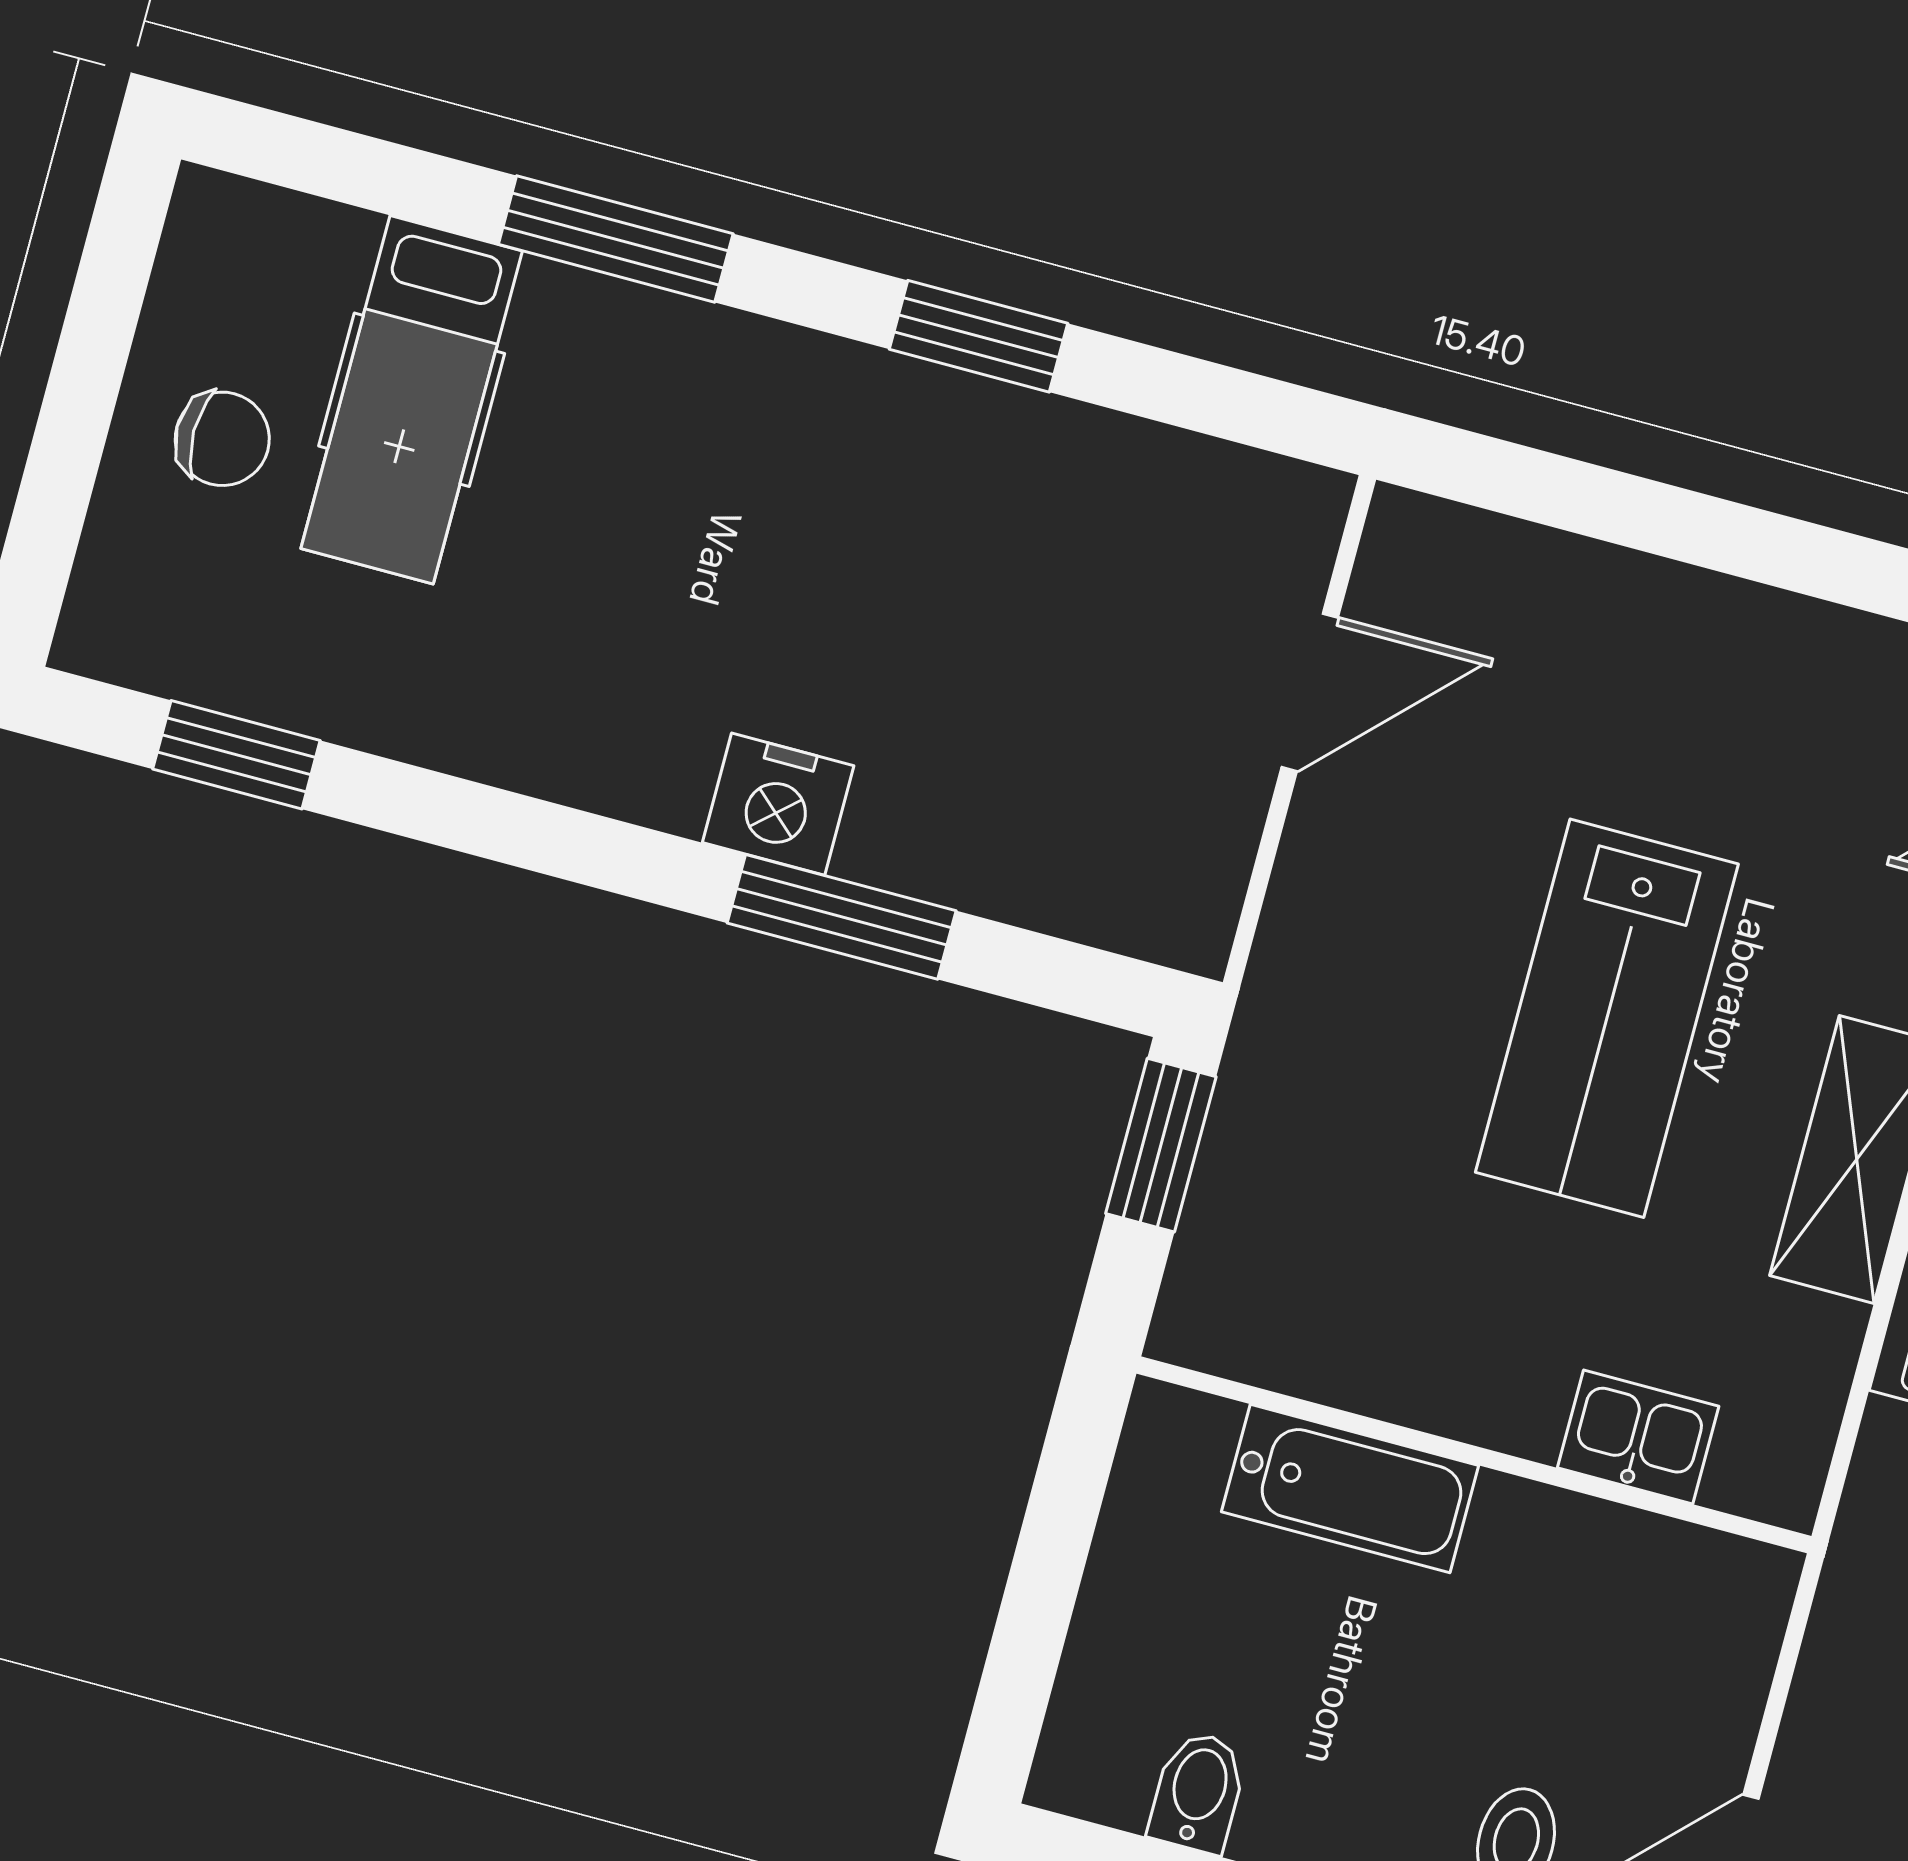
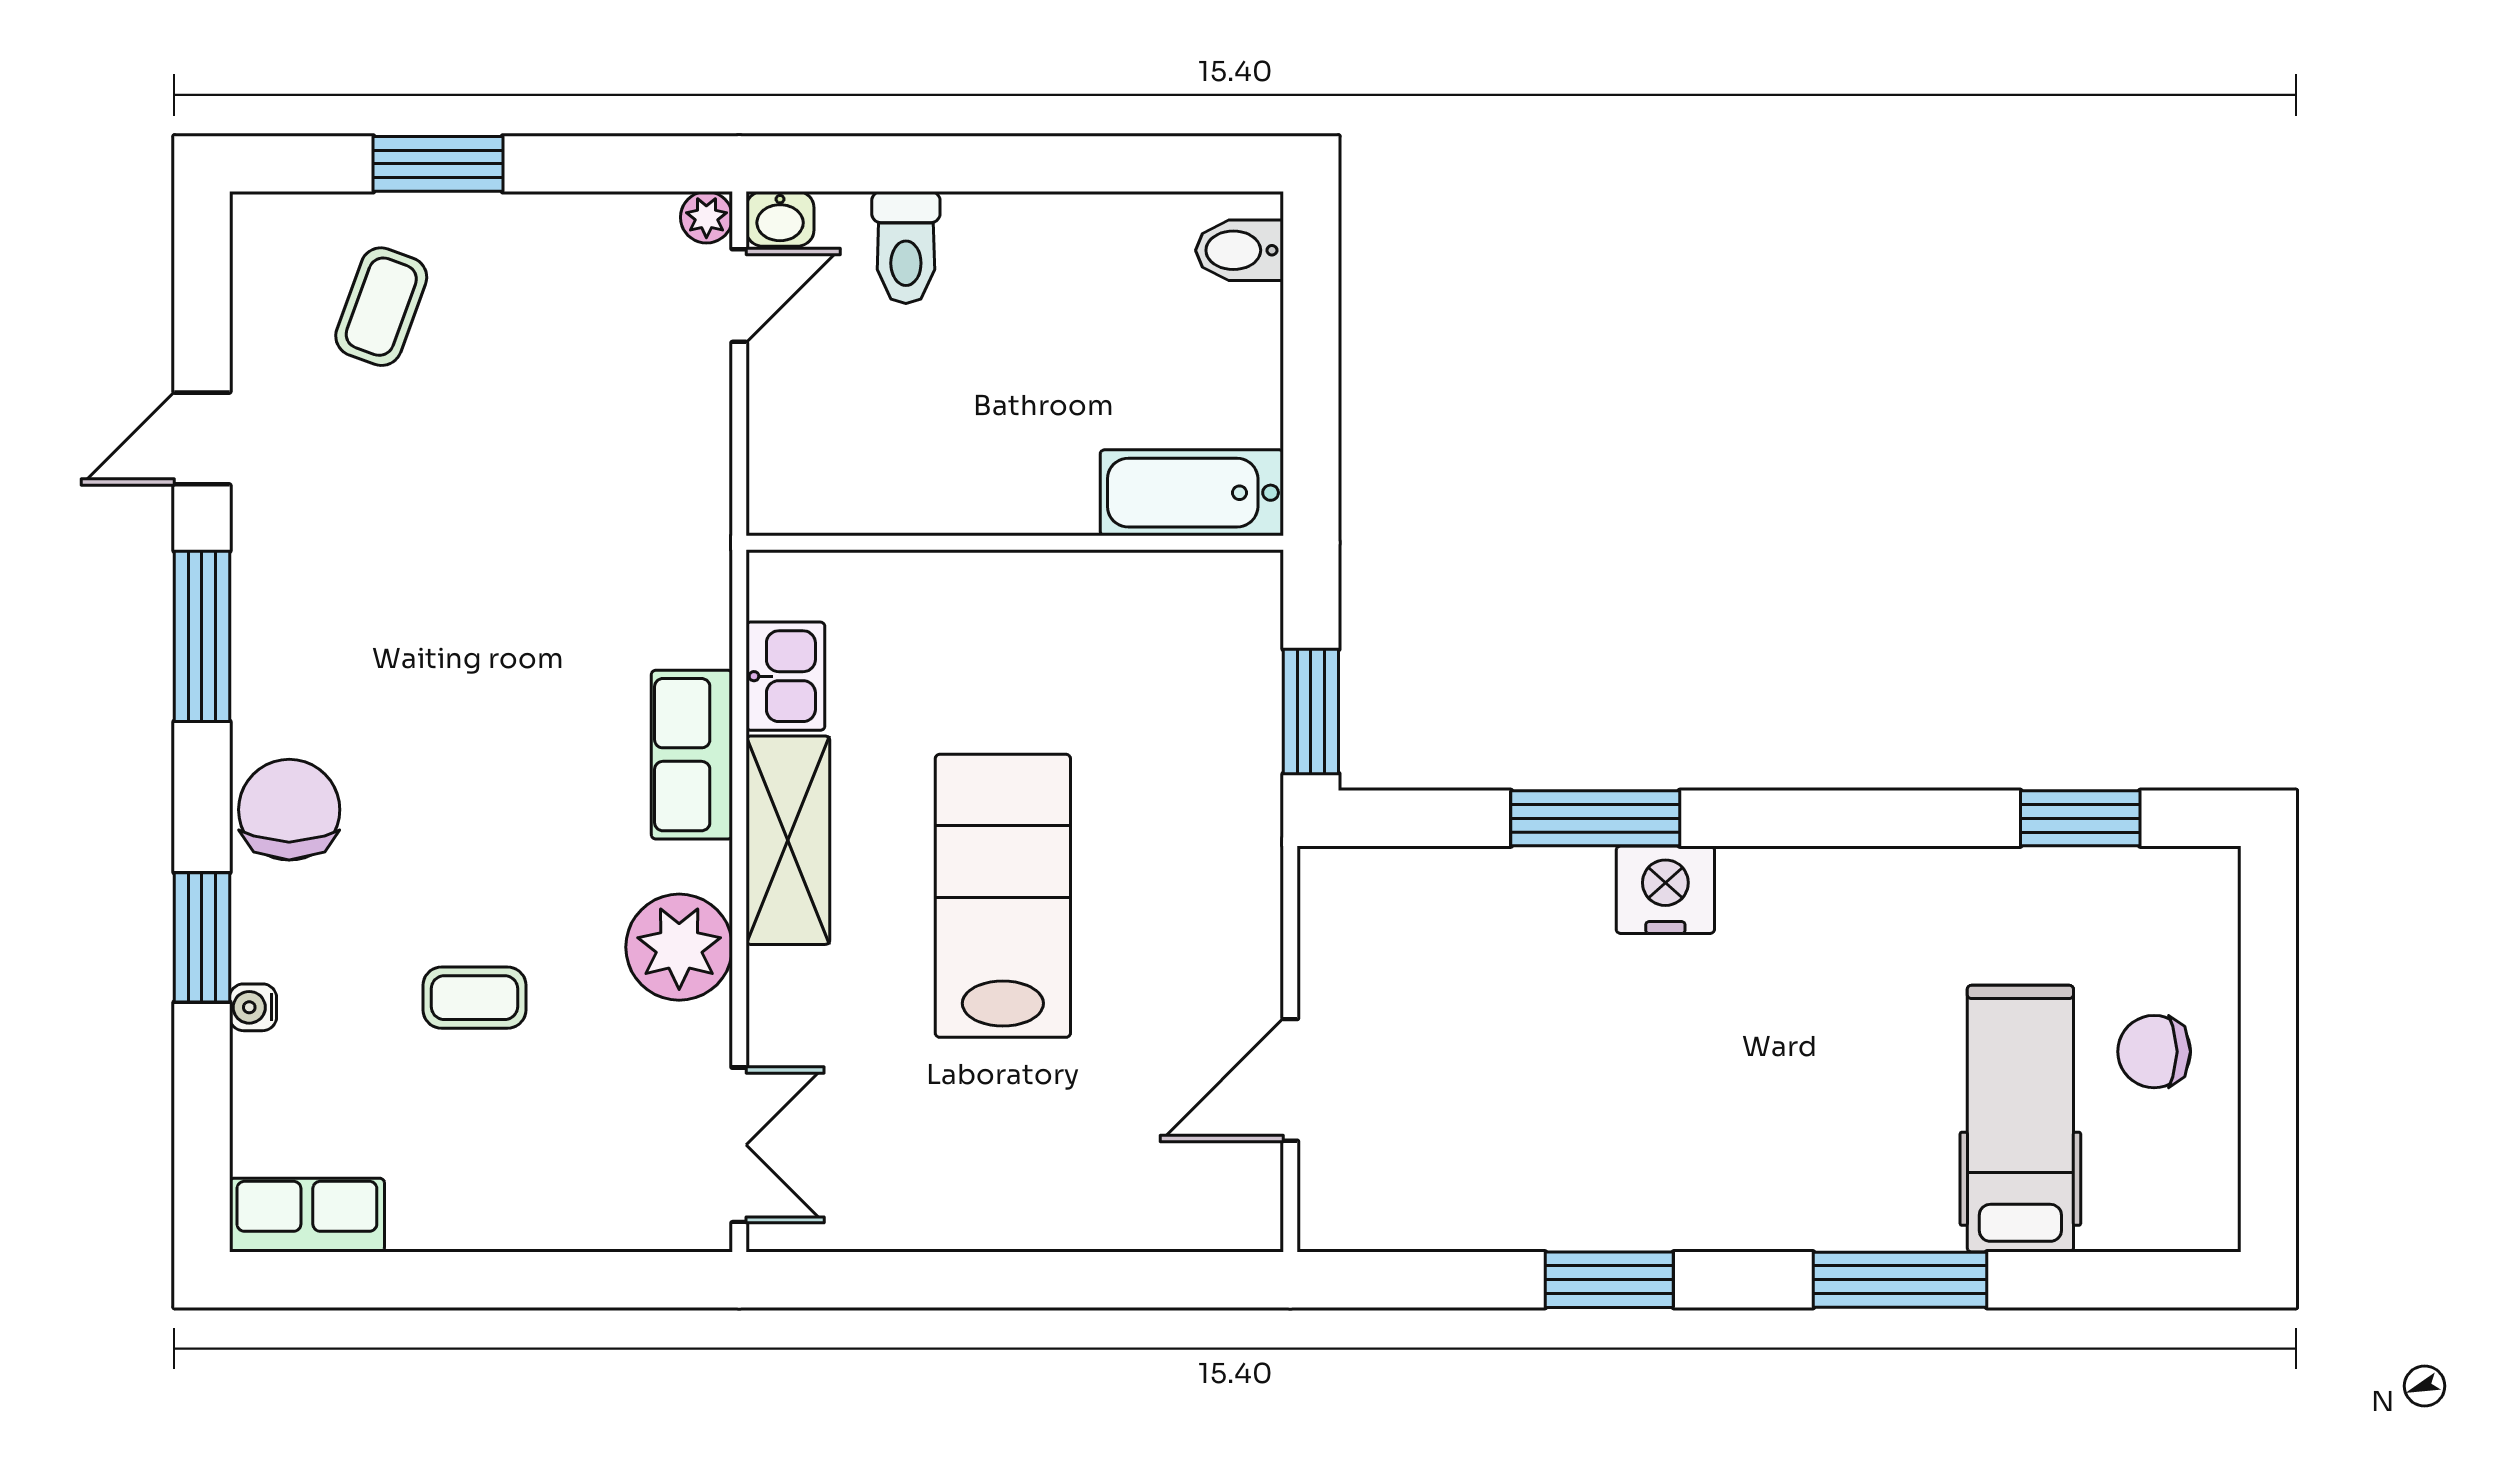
kitchen sink: (1638, 1437) -> (785, 676), moved, turned -90
bathtub: (1350, 1489) -> (1192, 493), moved
bidet: (1198, 1792) -> (1239, 250), moved, turned 90

